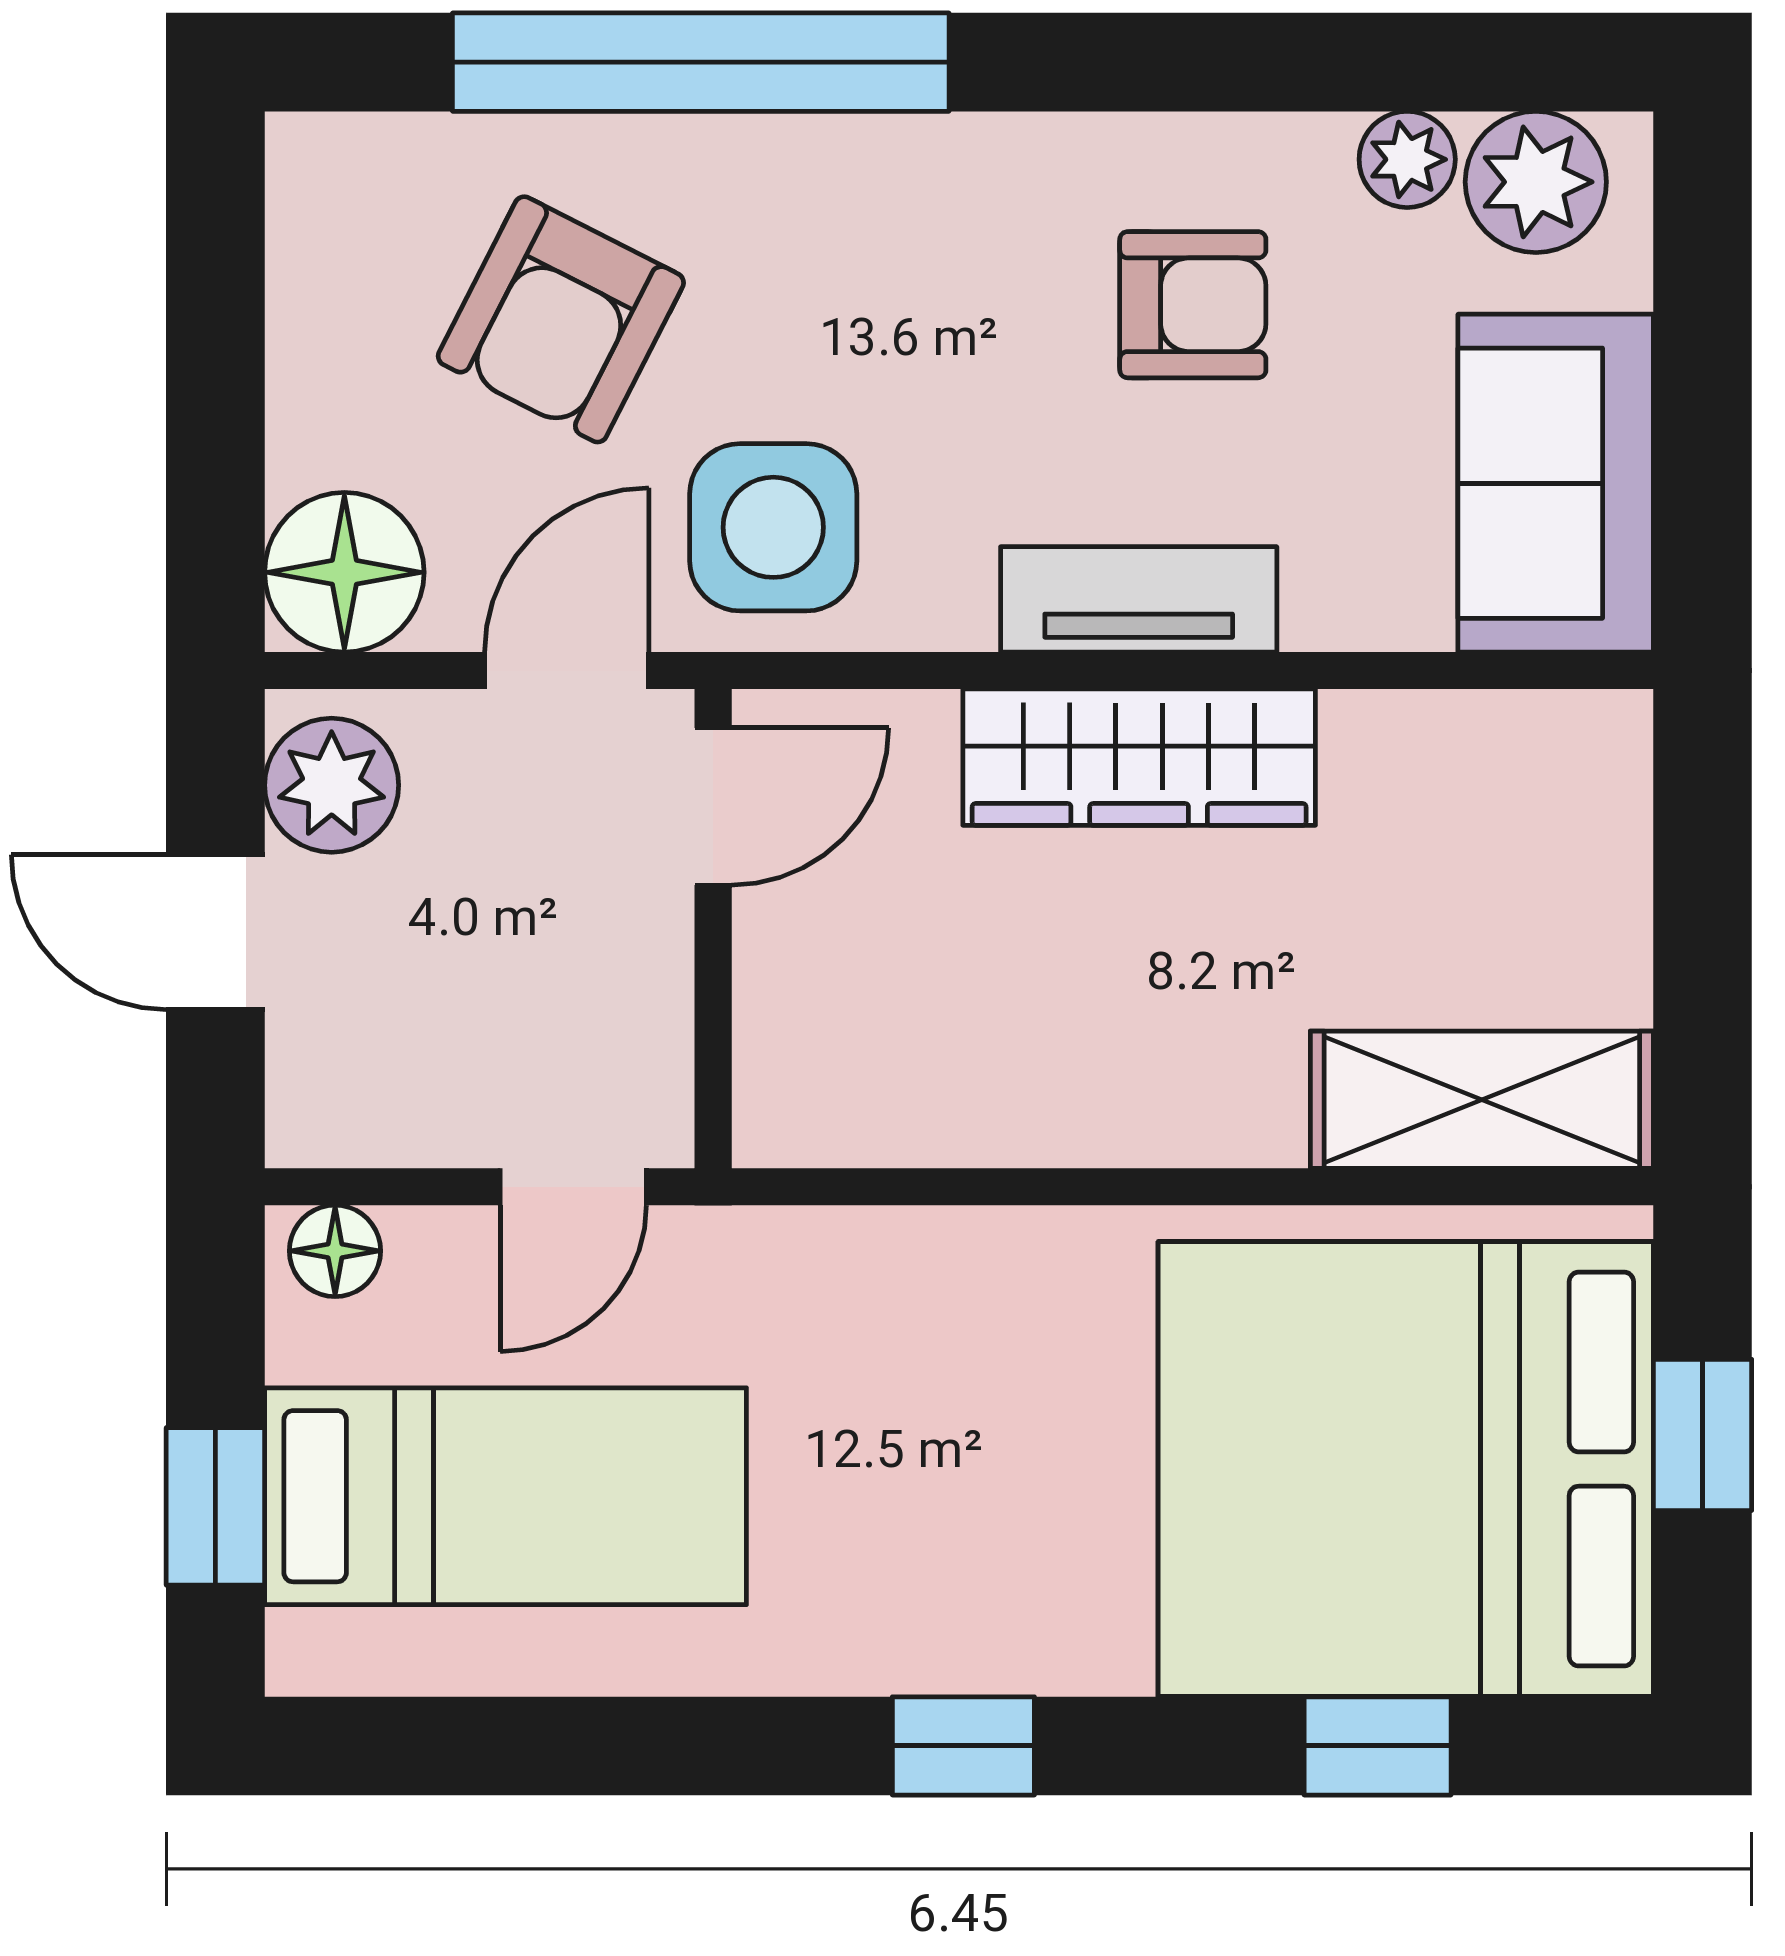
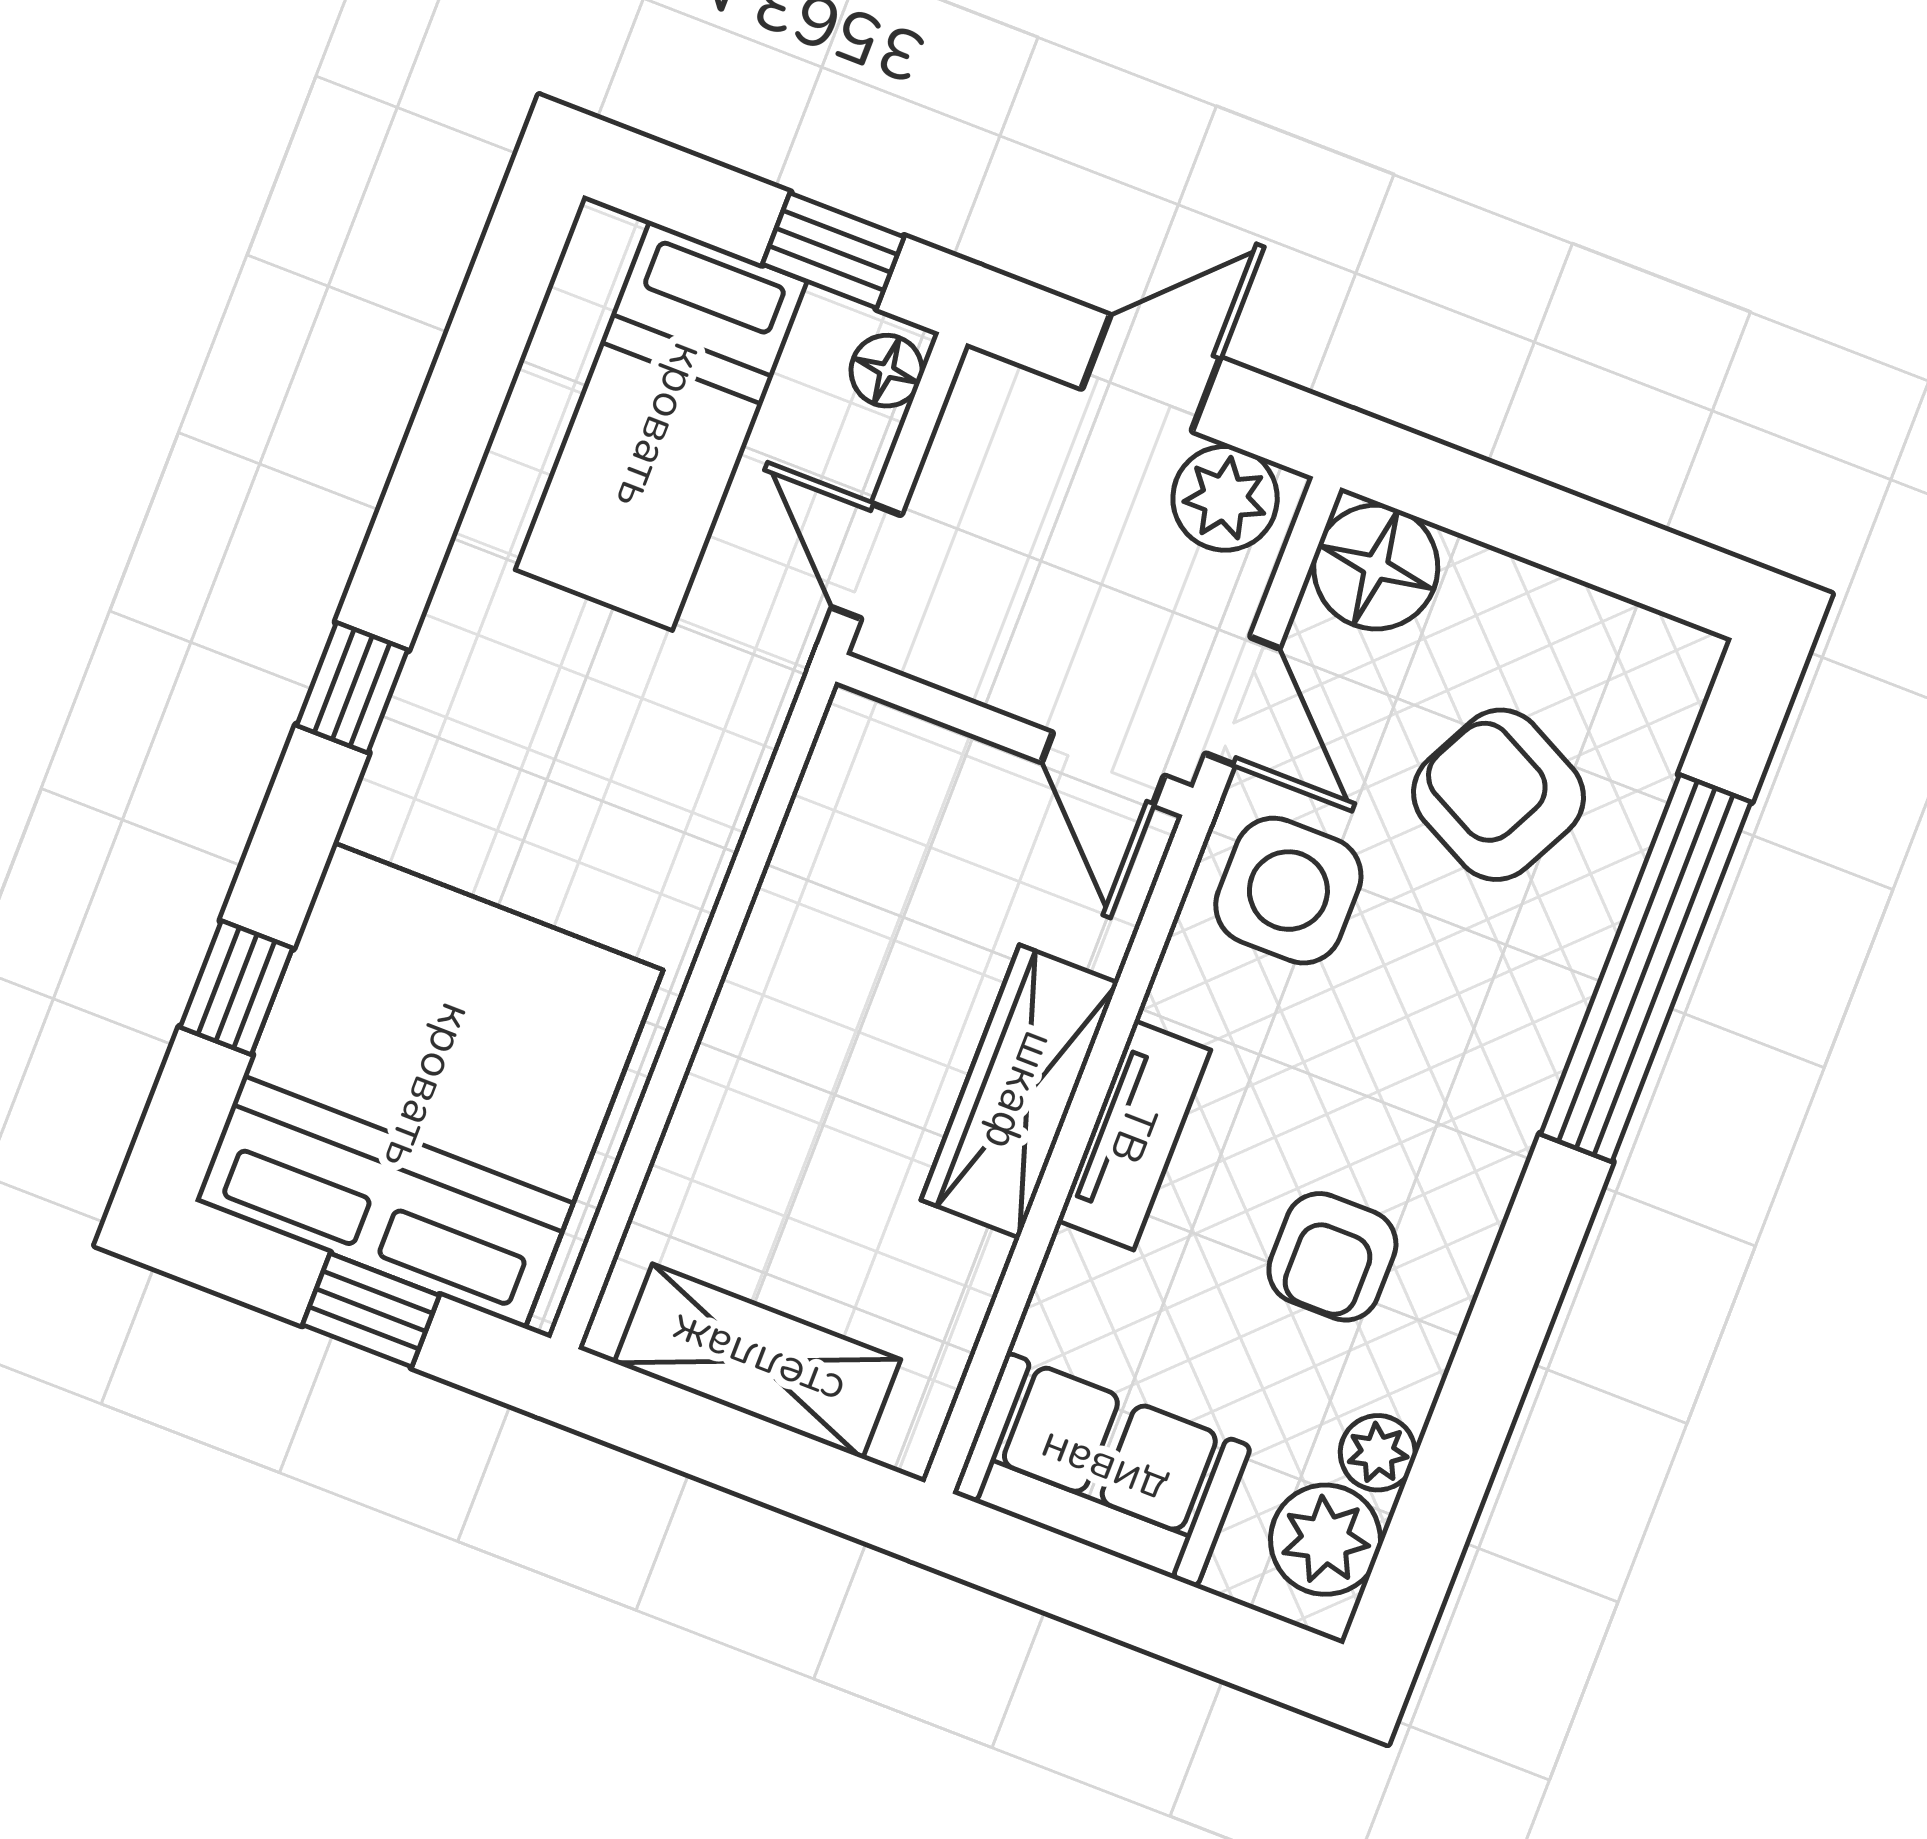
shelving: (1482, 1100) -> (757, 1361), moved, turned 90
window: (215, 1506) -> (833, 250), moved

